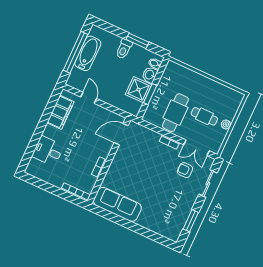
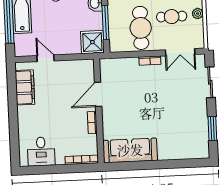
shower: (139, 90) -> (92, 42), moved
window: (150, 94) -> (106, 23), width x1.44
door: (121, 134) -> (98, 94), moved
desk: (48, 151) -> (41, 151), moved, turned -90
armchair: (185, 170) -> (180, 81), removed

